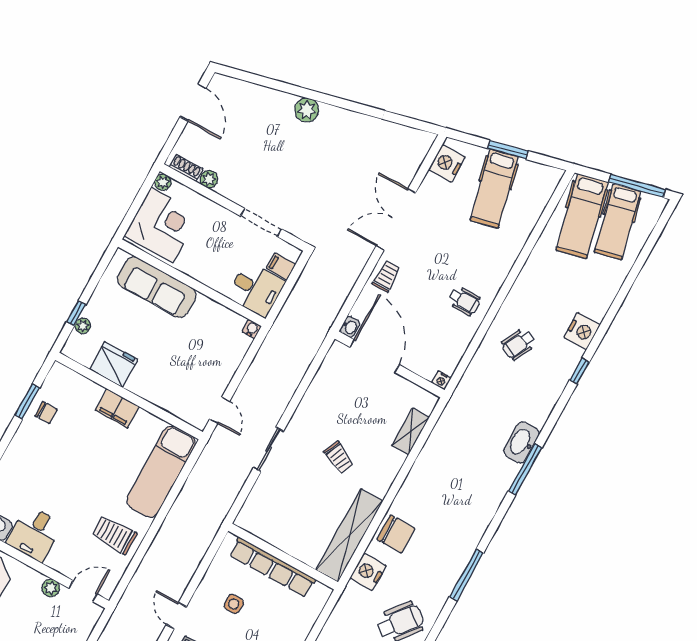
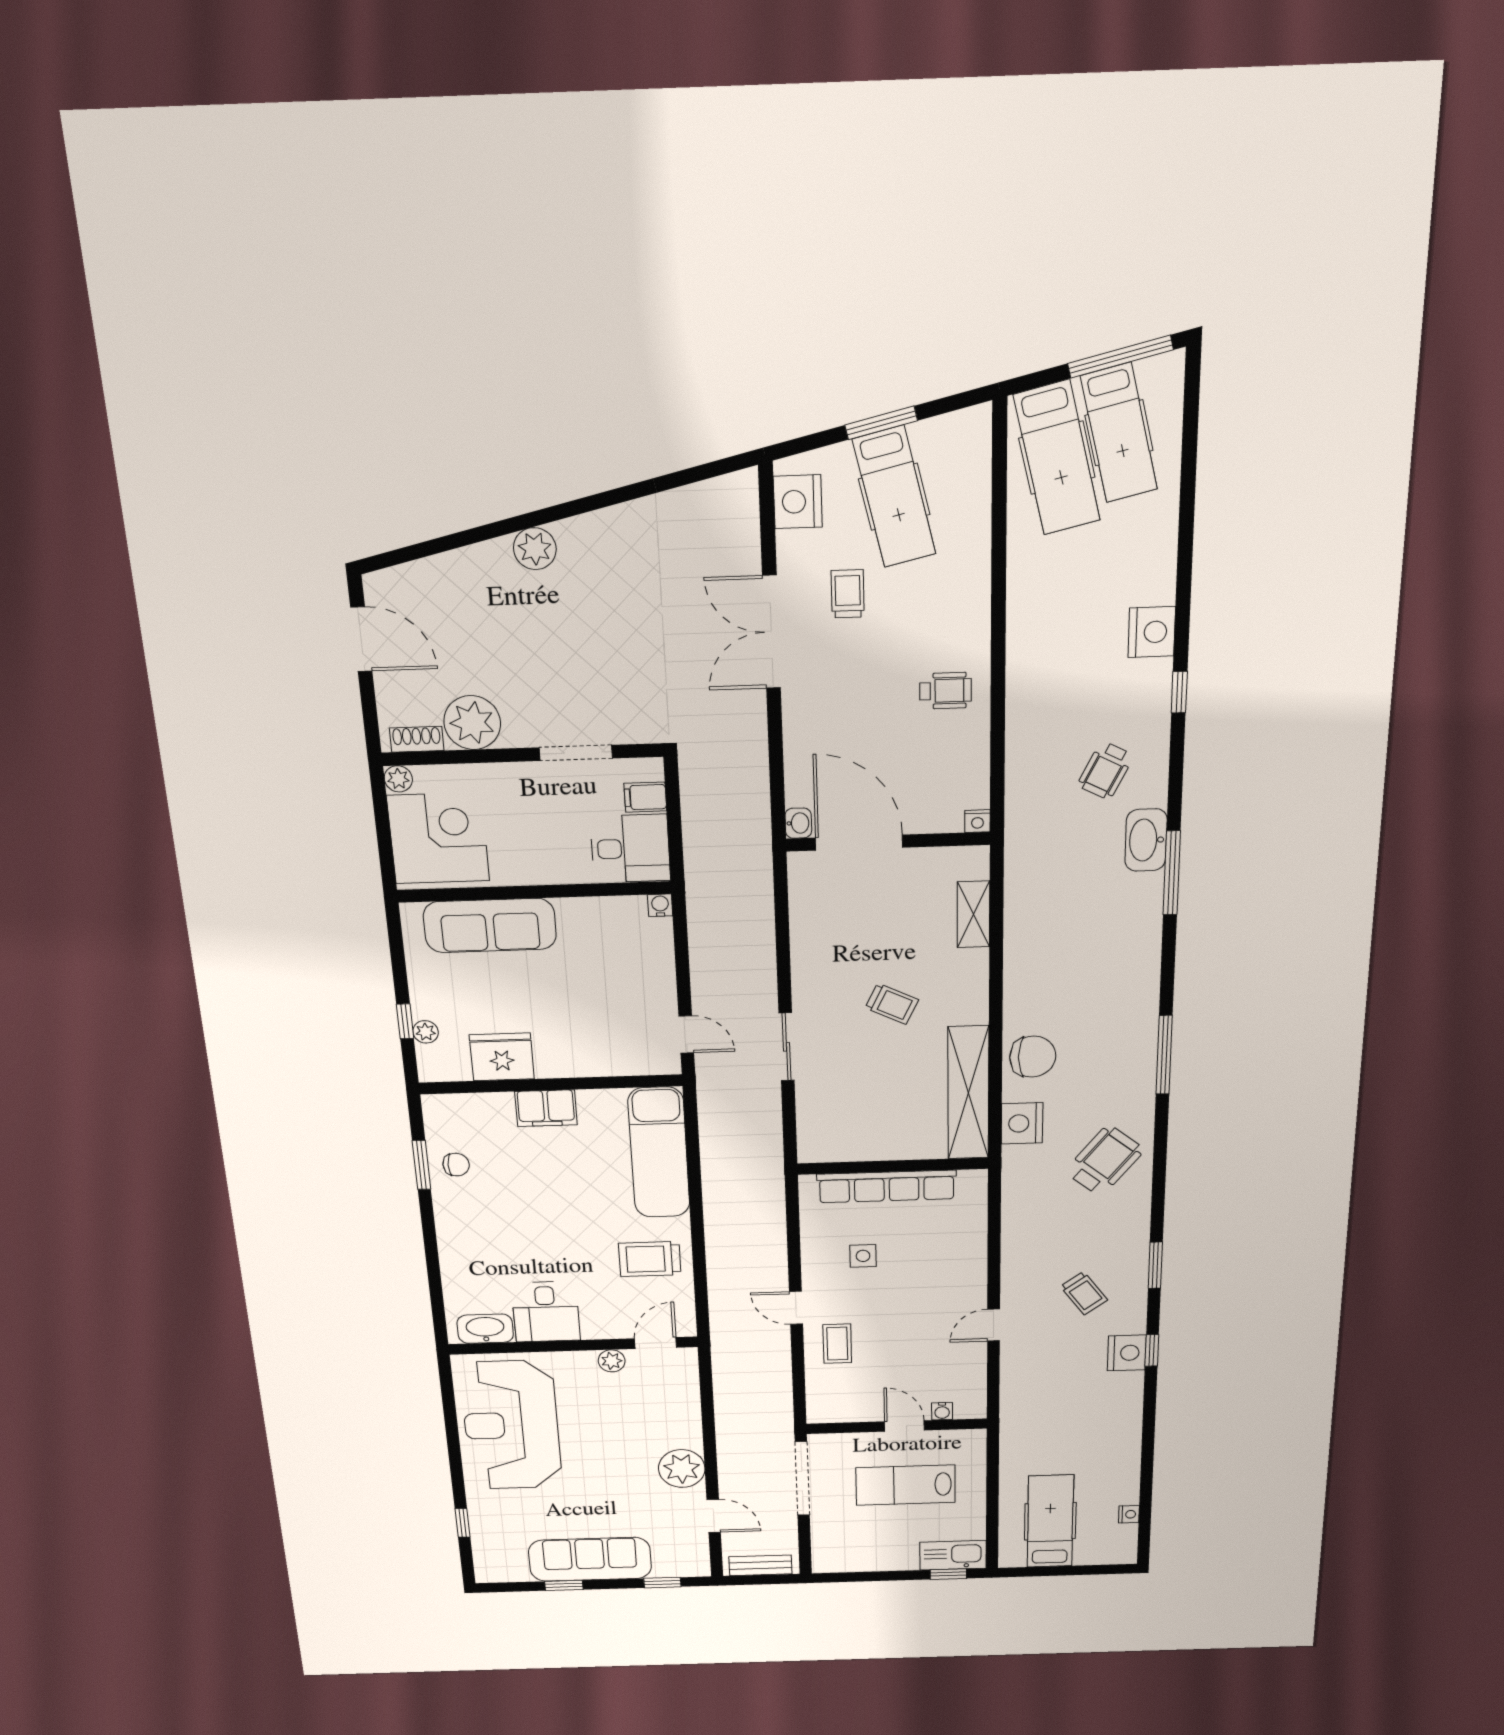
plant: (209, 179) -> (472, 723), width x1.88, depth x1.88
trolley: (386, 276) -> (848, 594), moved
wheelchair: (519, 344) -> (1106, 770), moved

